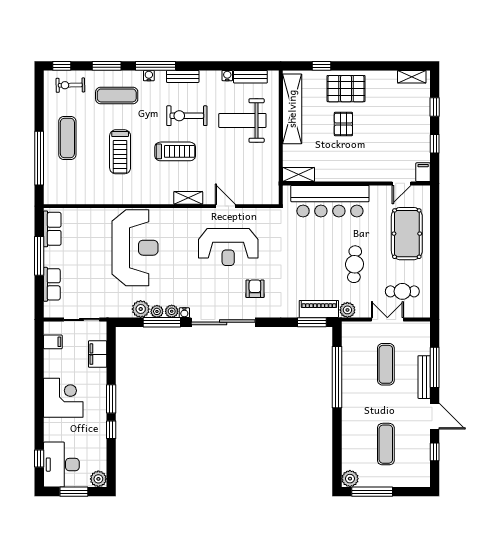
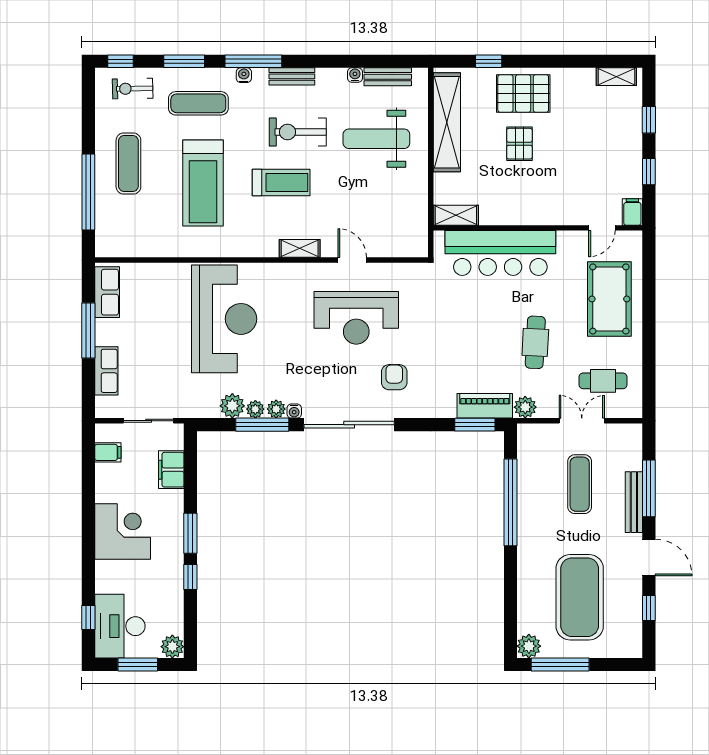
treadmill: (120, 152) -> (203, 183), width x1.37, depth x1.38
exercise mat: (386, 444) -> (580, 597), width x2.00, depth x1.45

